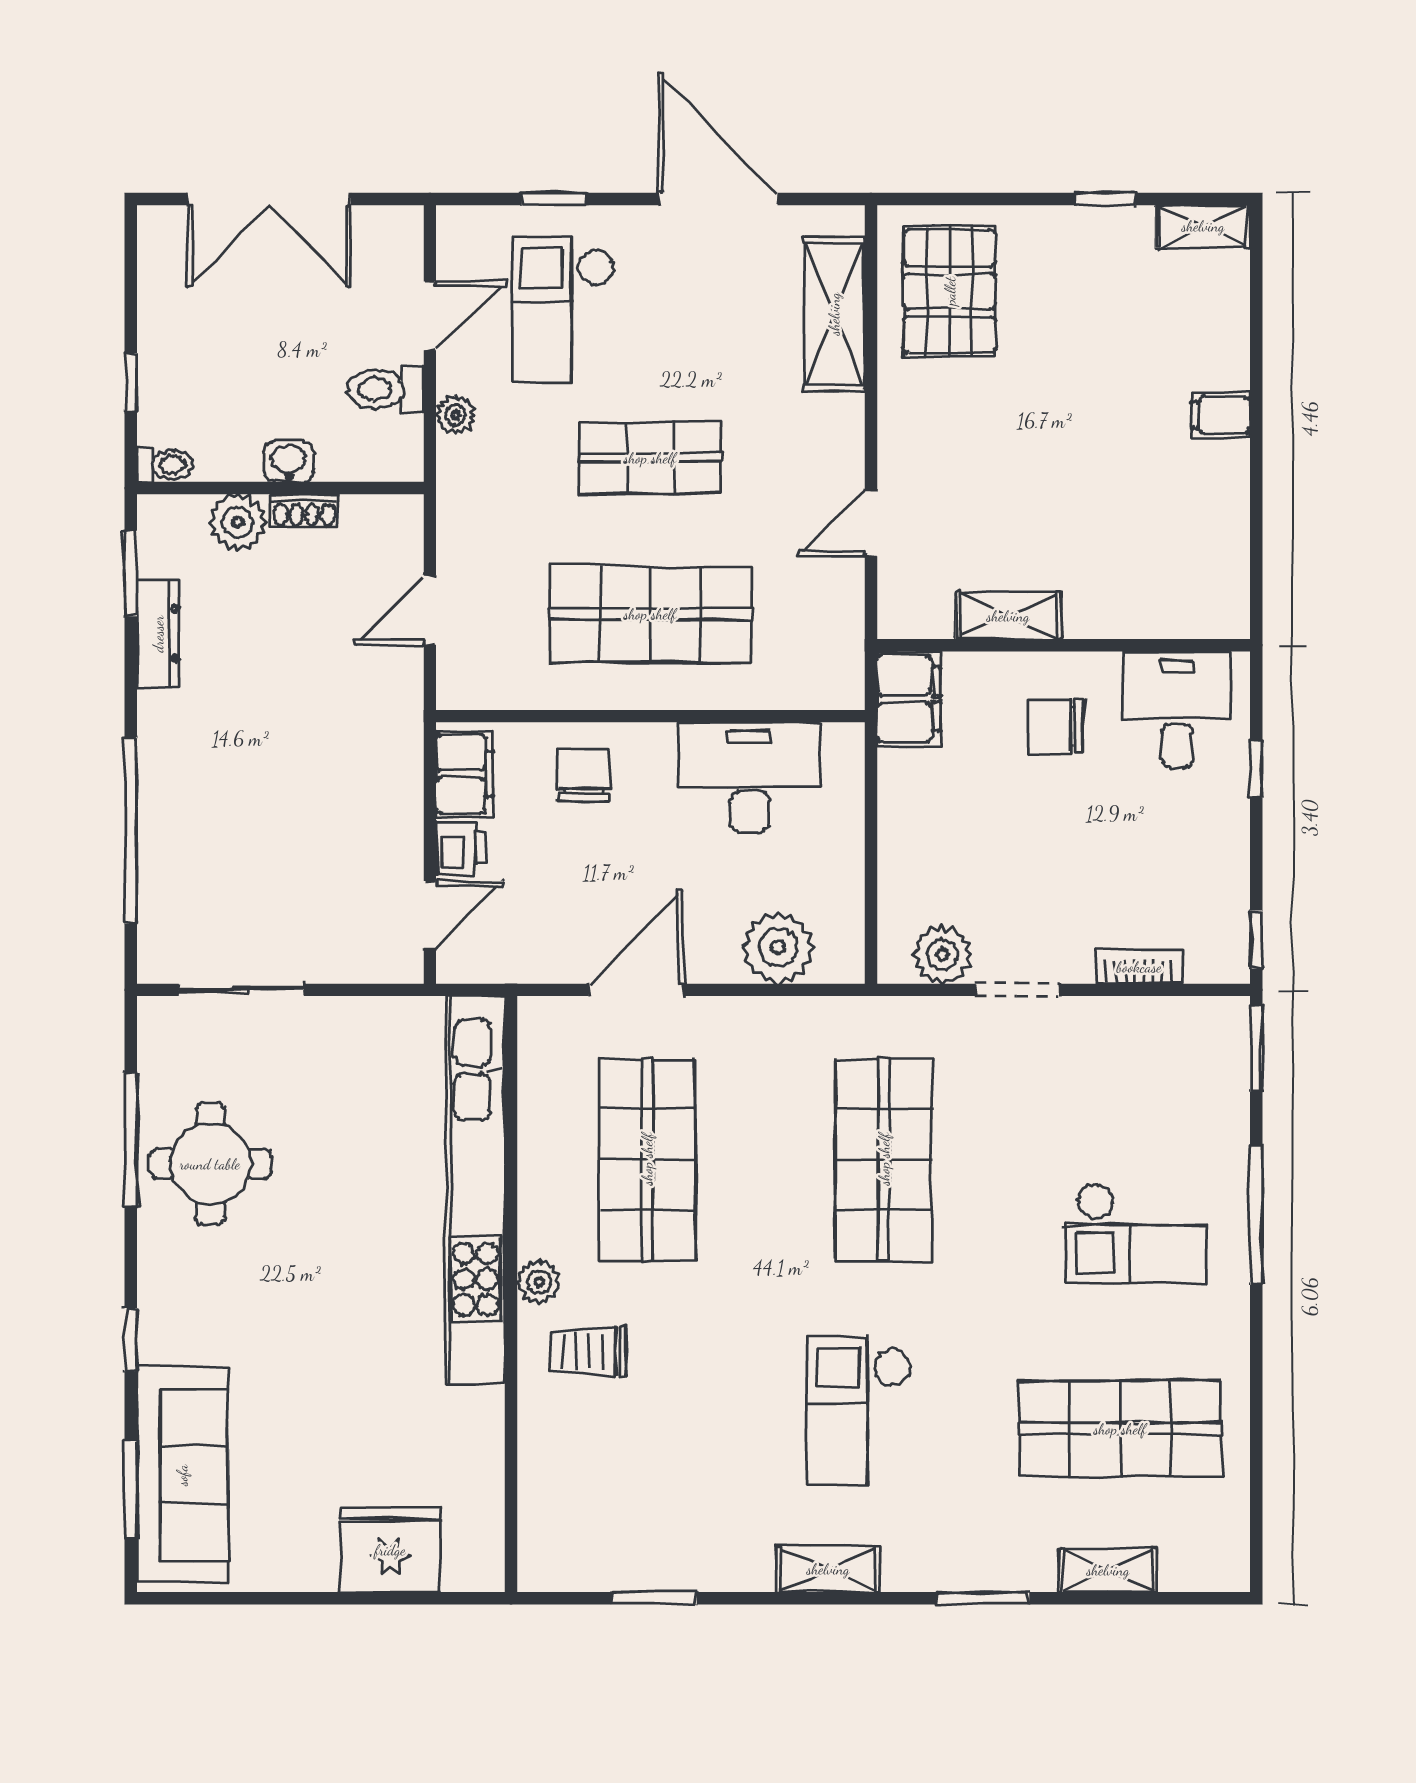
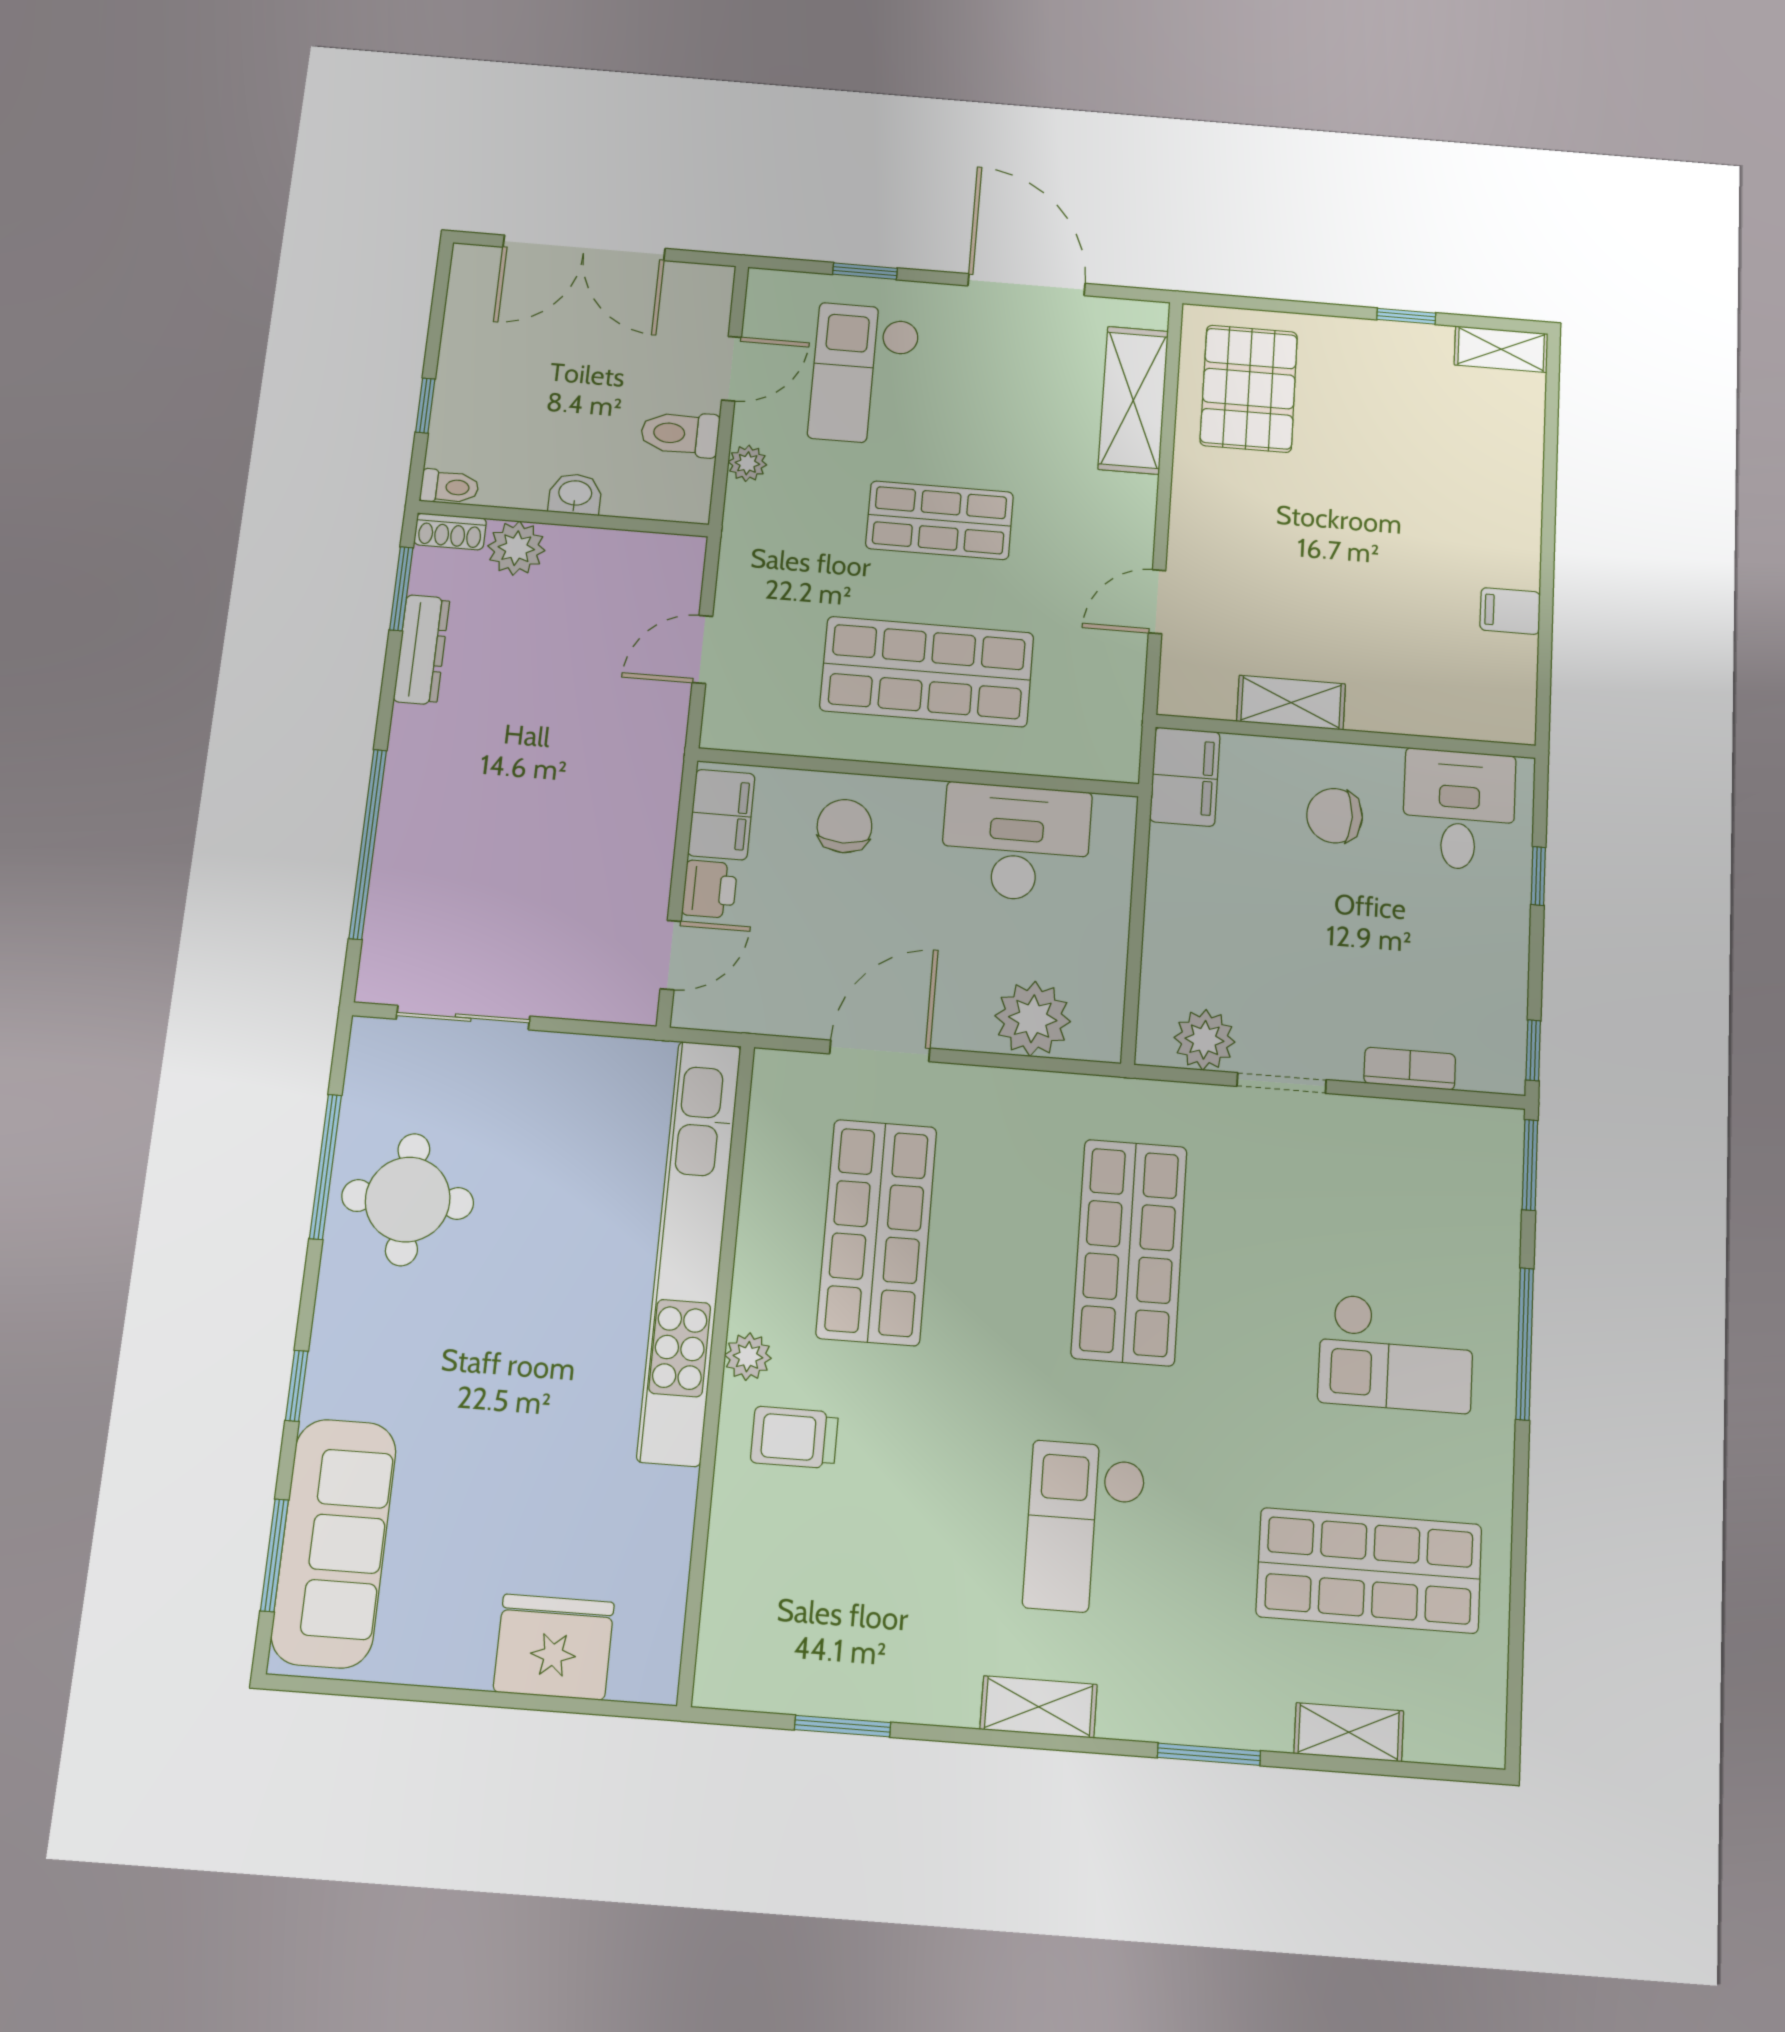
filing cabinet: (1221, 415) -> (1510, 611), moved
shoe rack: (304, 511) -> (450, 531), moved

